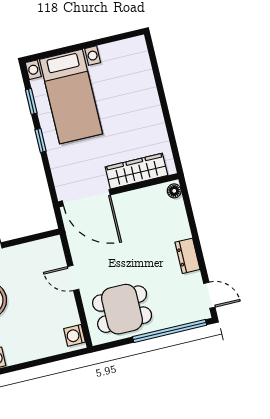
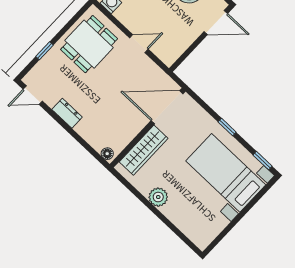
window: (31, 101) -> (263, 161), moved
plant: (152, 116) -> (158, 197), added
window: (170, 331) -> (45, 51), width x0.32

